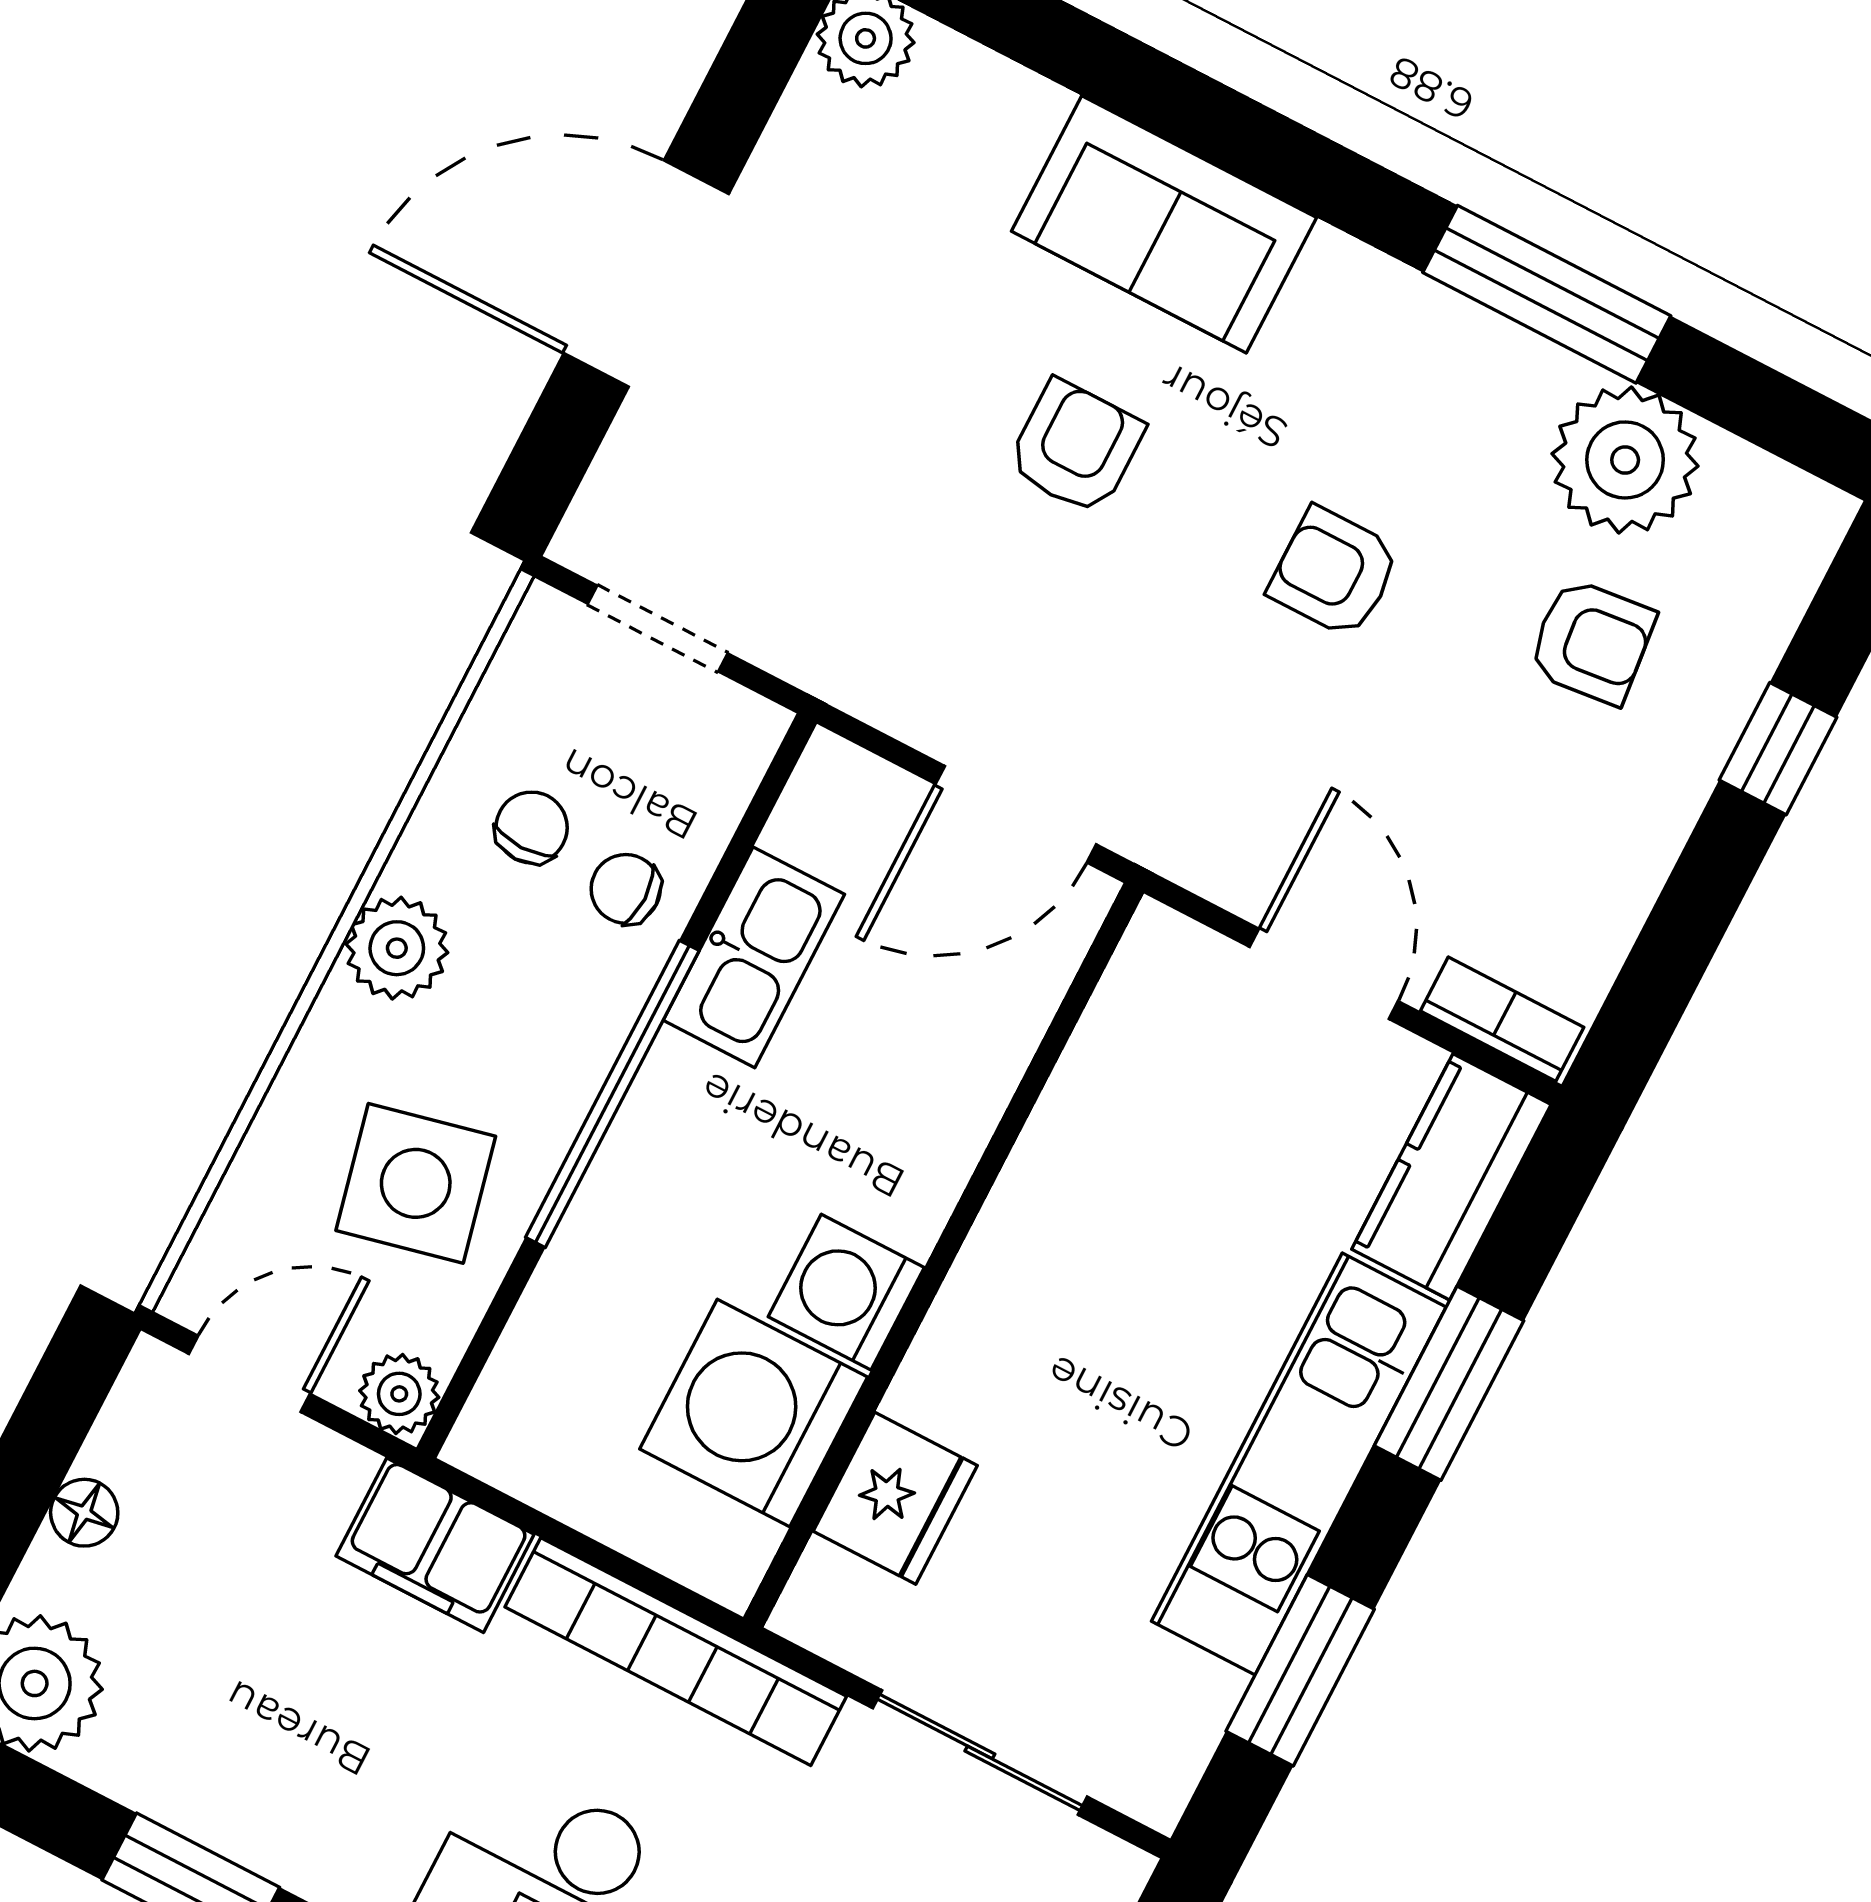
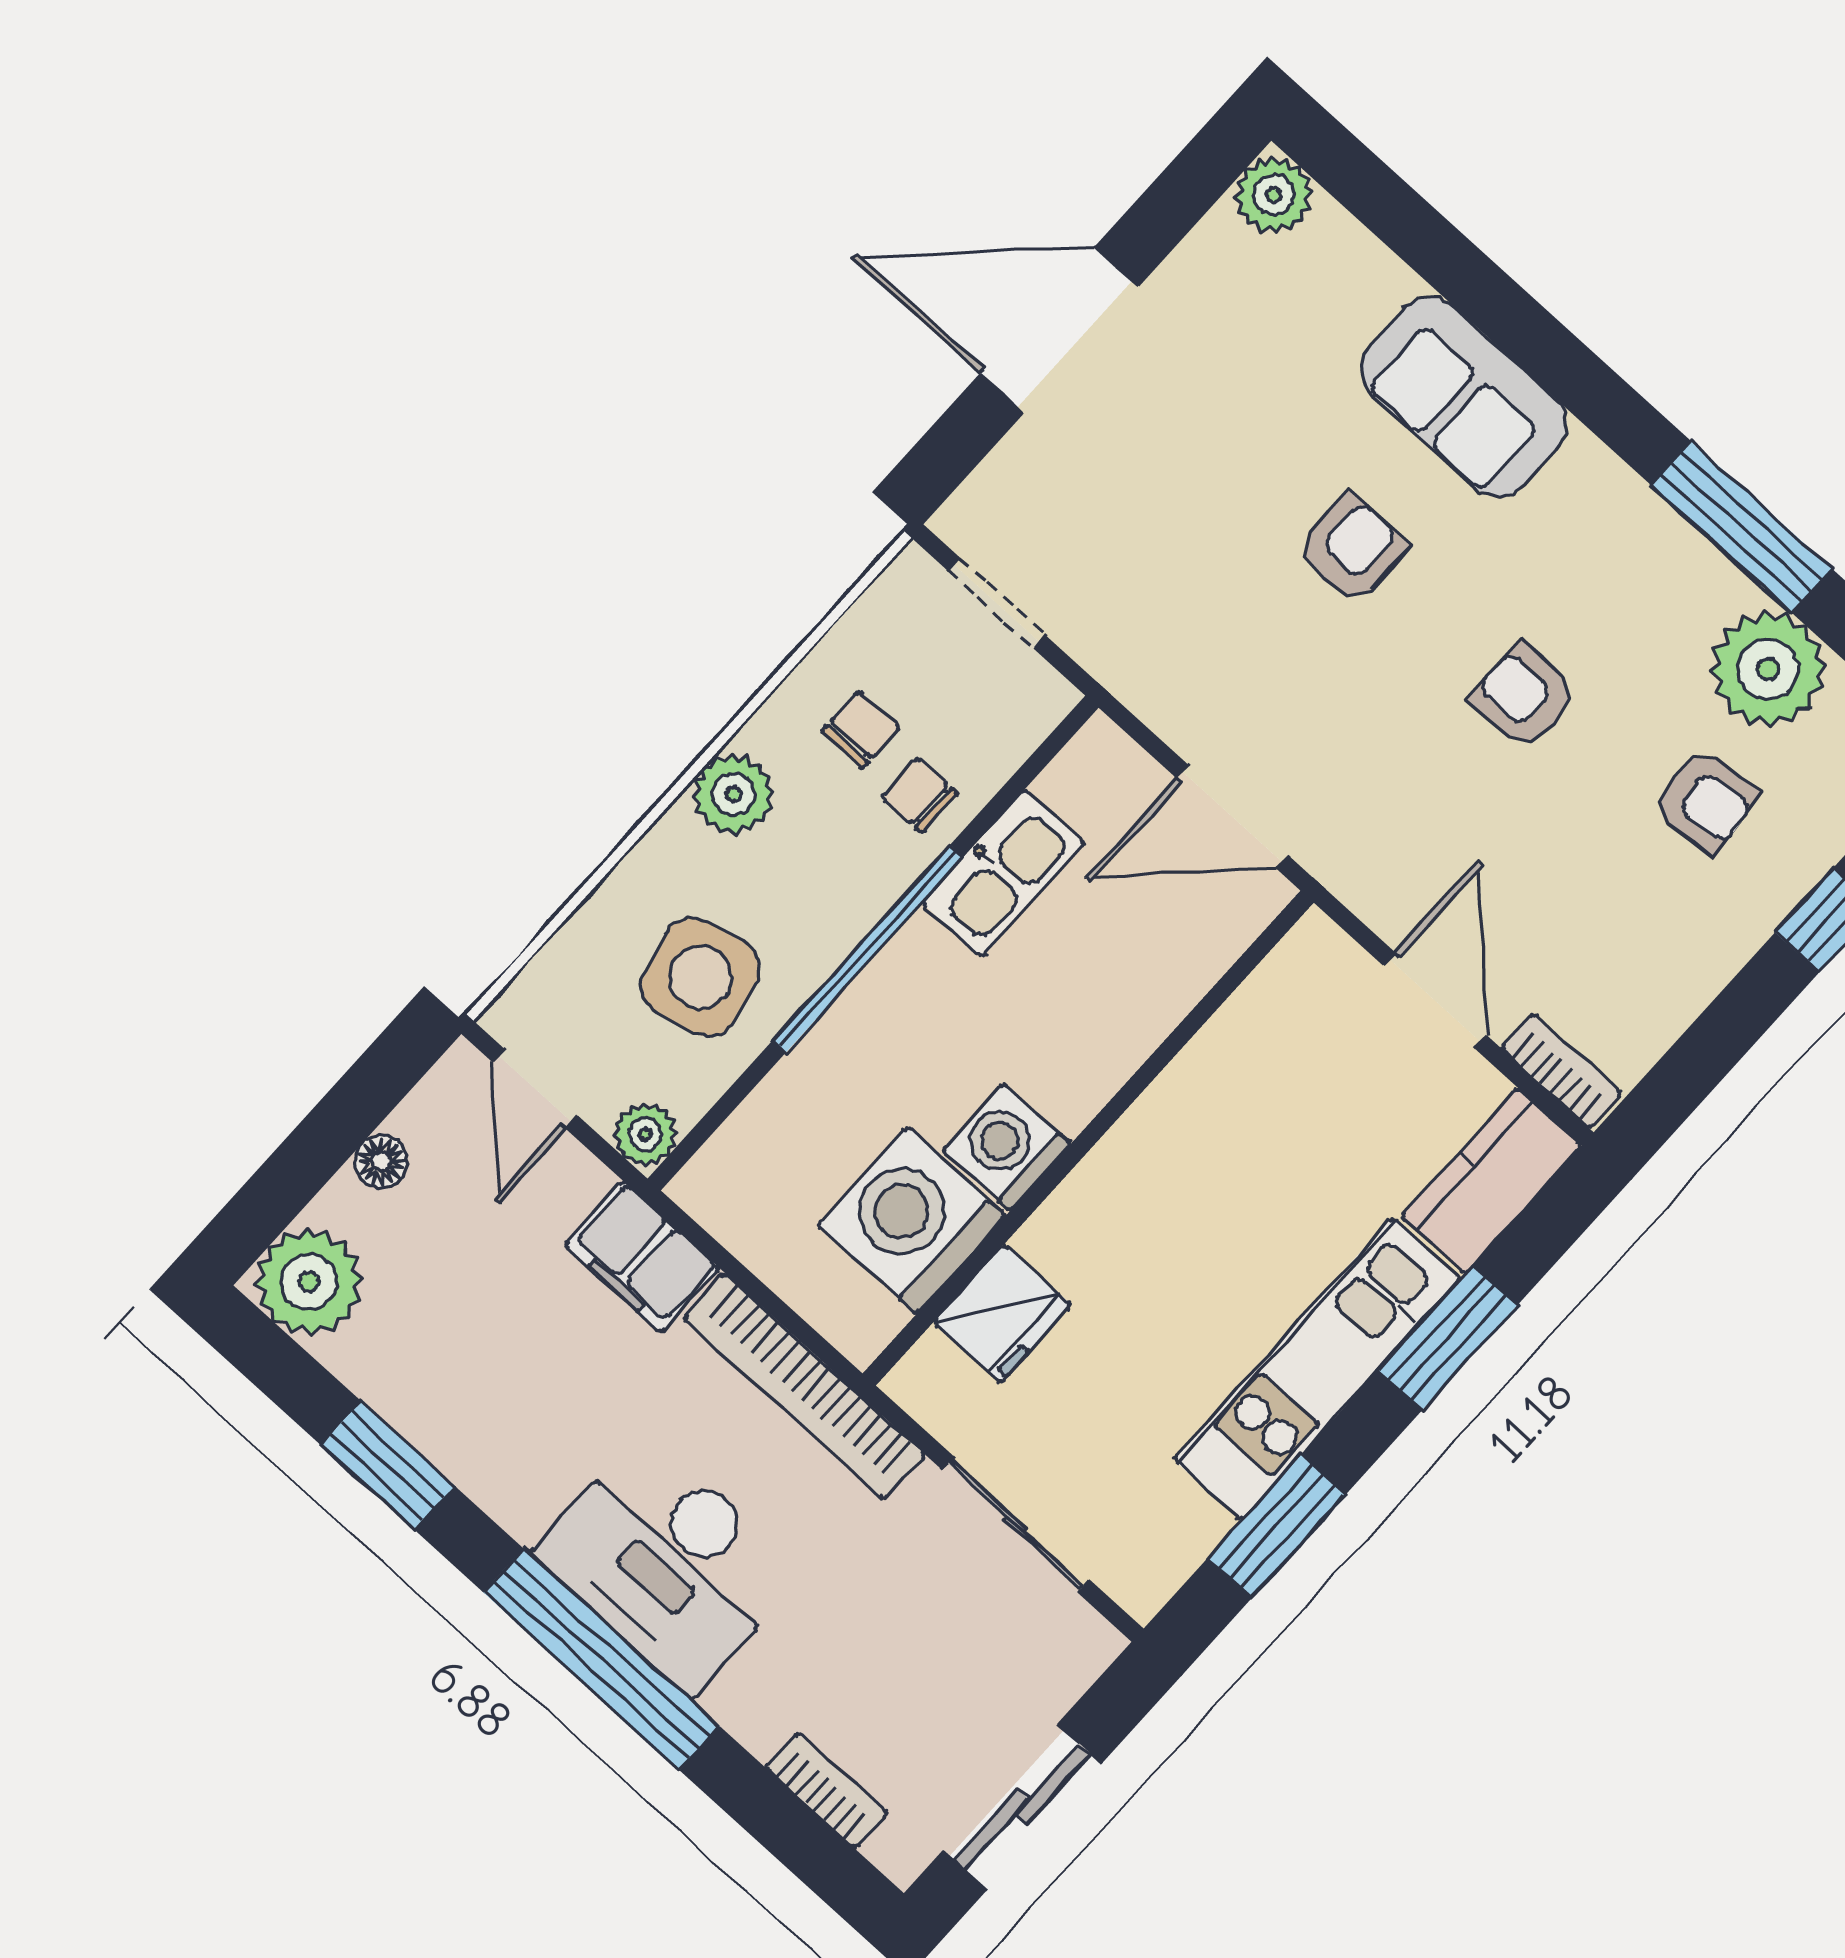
door: (250, 1374) -> (535, 1089), swing flipped

